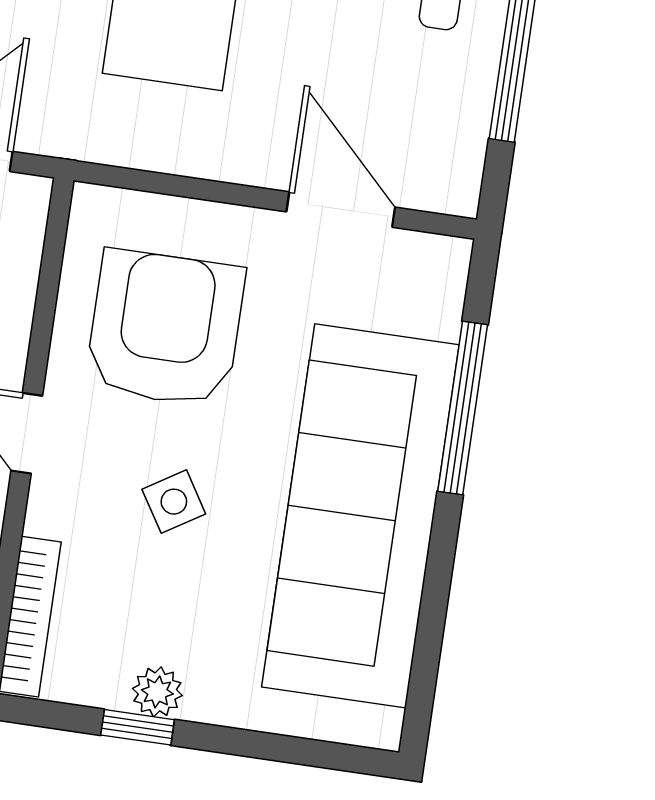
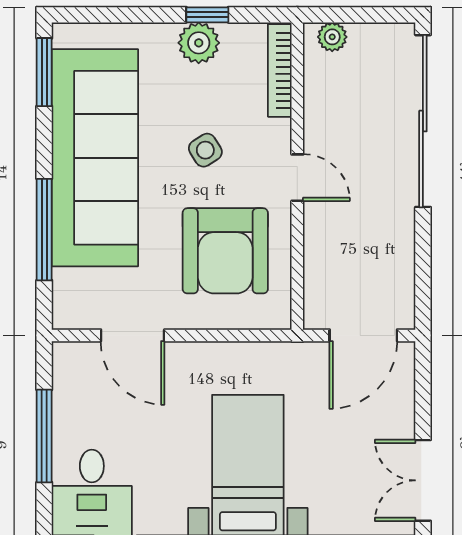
window: (424, 671) -> (44, 72), added
plant: (157, 692) -> (199, 43), width x1.38, depth x1.38

